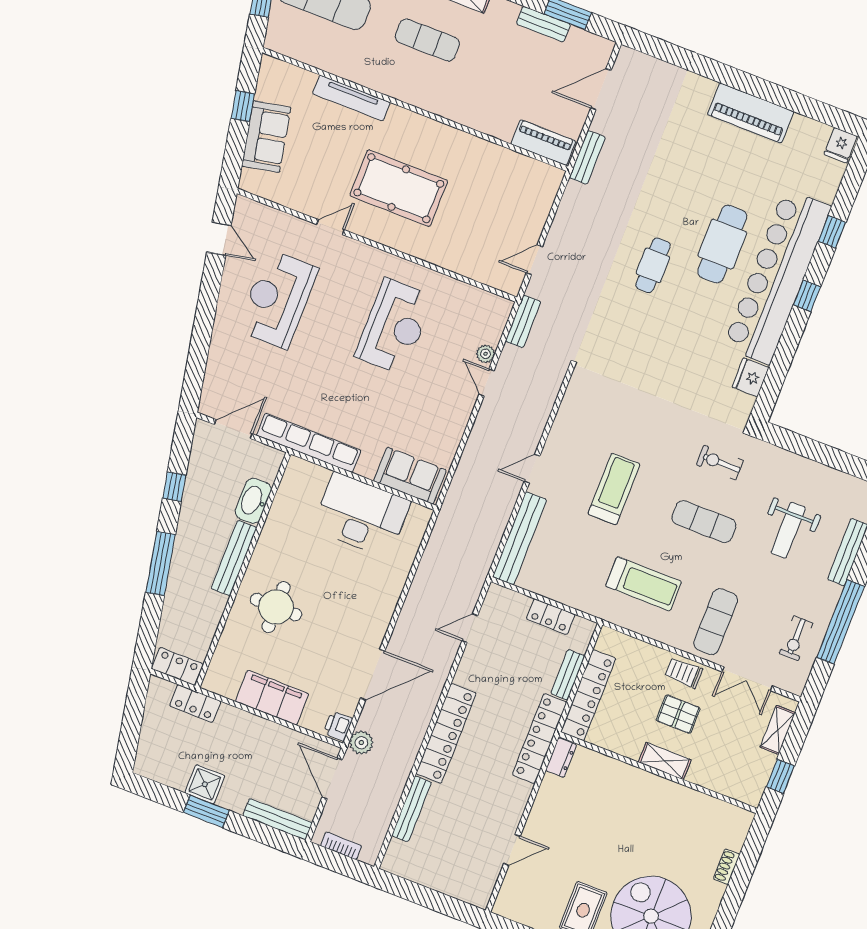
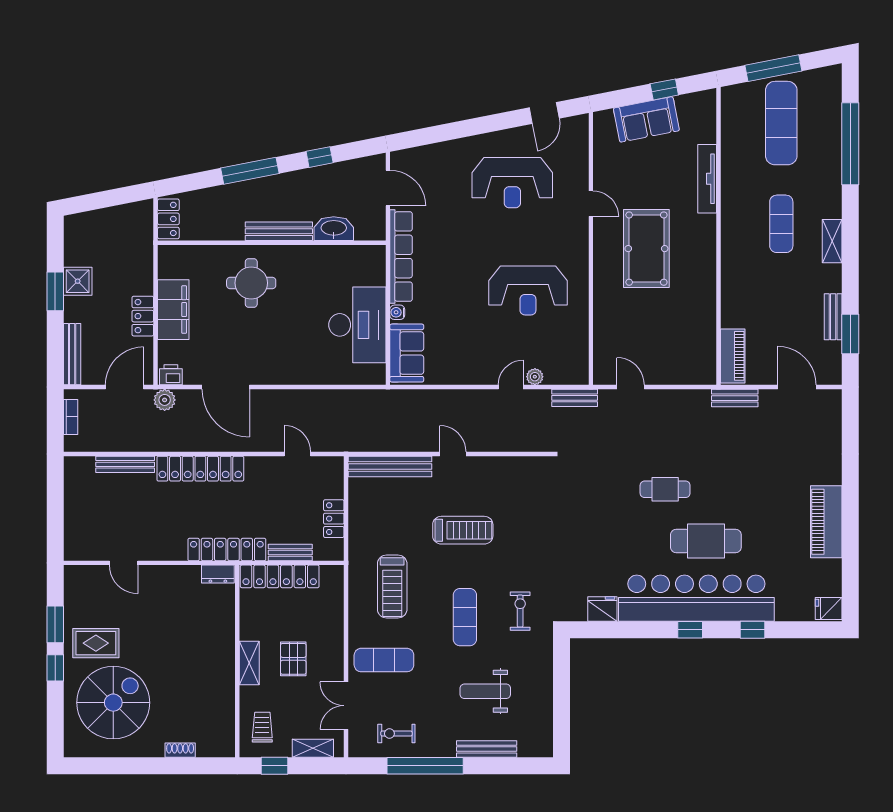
reception desk: (278, 299) -> (512, 183), turned 180
water cooler: (364, 469) -> (397, 312), added
trolley: (684, 673) -> (262, 727), moved
locker: (195, 704) -> (143, 316), moved

